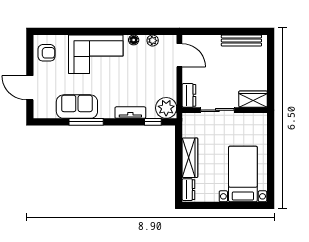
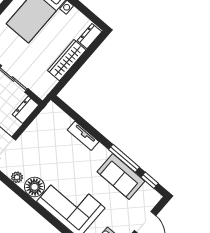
floor lamp: (134, 40) -> (35, 187), width x1.89, depth x1.89
plant: (166, 108) -> (52, 115), removed
window: (153, 122) -> (150, 180), moved

